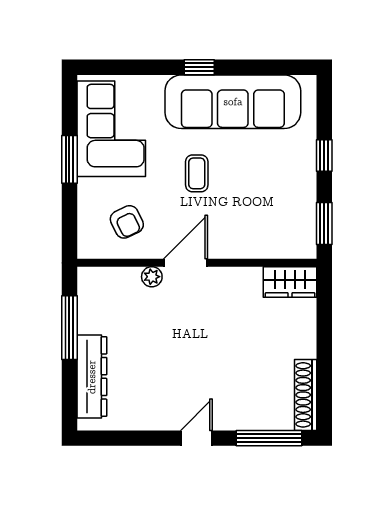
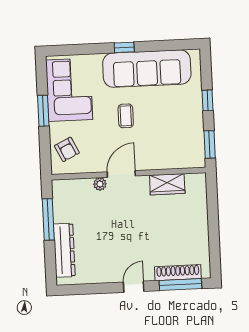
armchair: (127, 222) -> (67, 149), moved
wardrobe: (290, 282) -> (167, 184), moved
shoe rack: (306, 395) -> (178, 273), moved, turned 90

